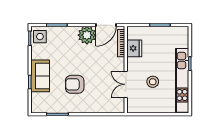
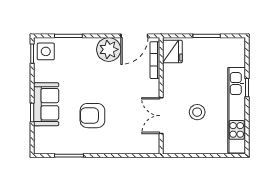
fridge: (134, 48) -> (172, 51), moved

